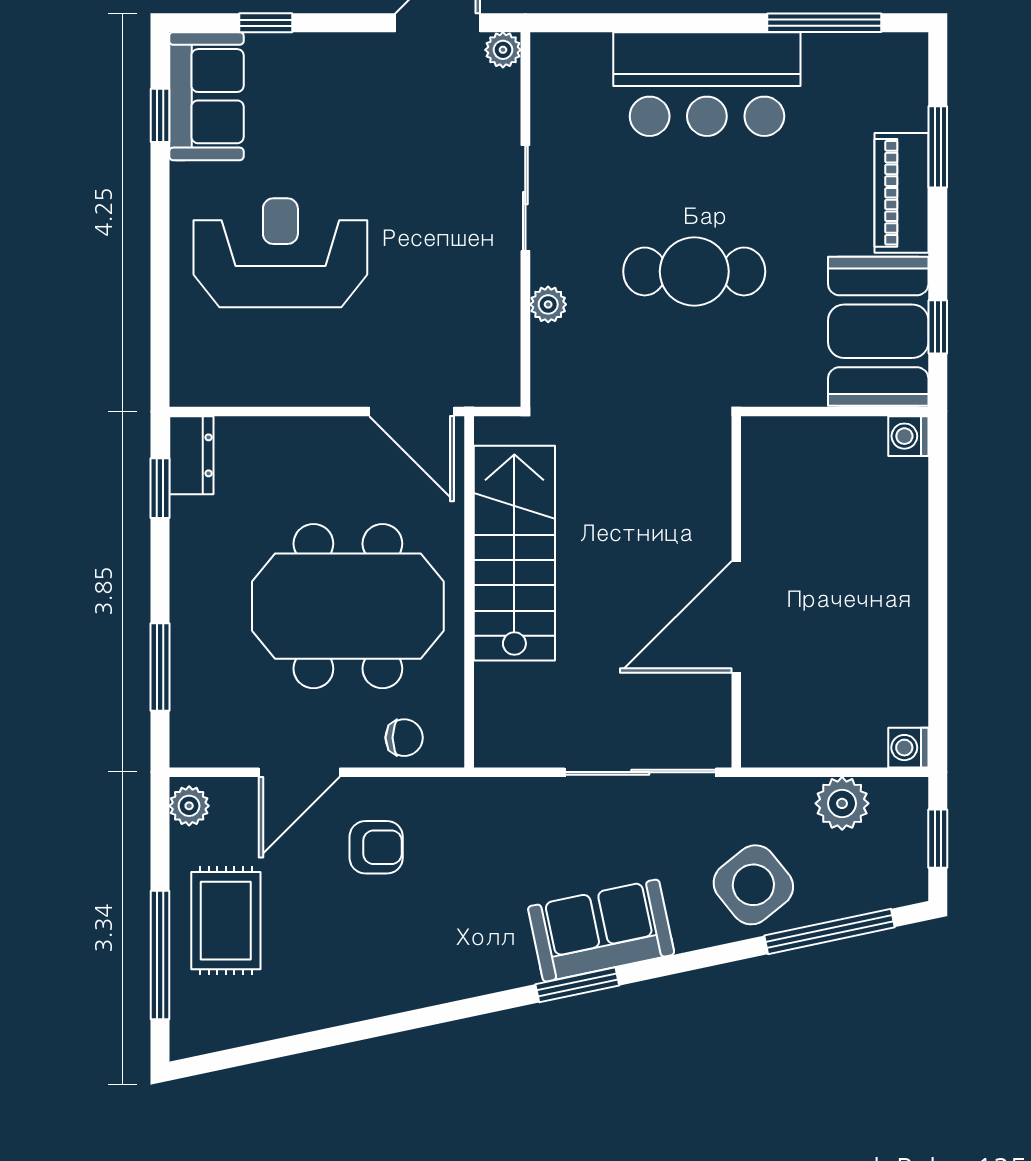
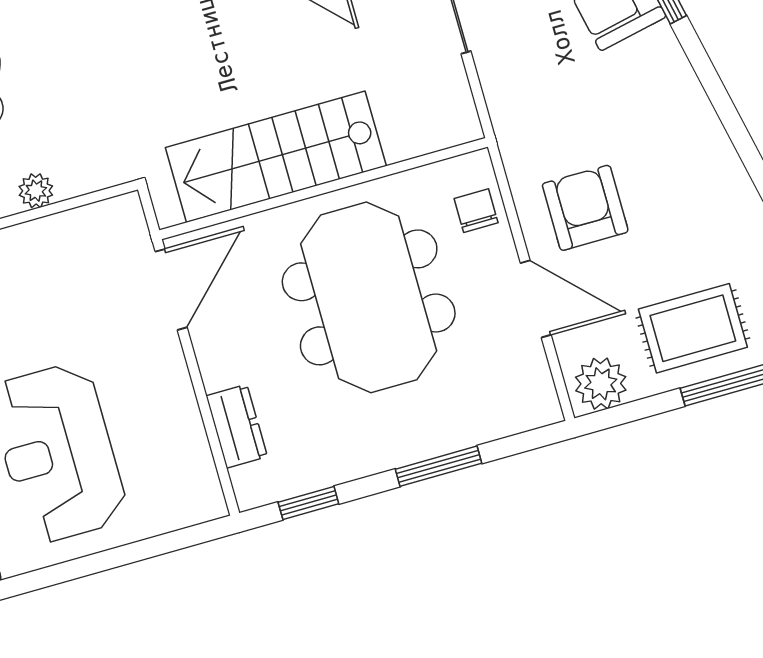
dresser: (191, 455) -> (237, 426), moved, turned 90
window: (160, 667) -> (438, 466), moved
plant: (189, 806) -> (601, 384), width x1.38, depth x1.38
armchair: (376, 847) -> (585, 208), width x1.38, depth x1.38

